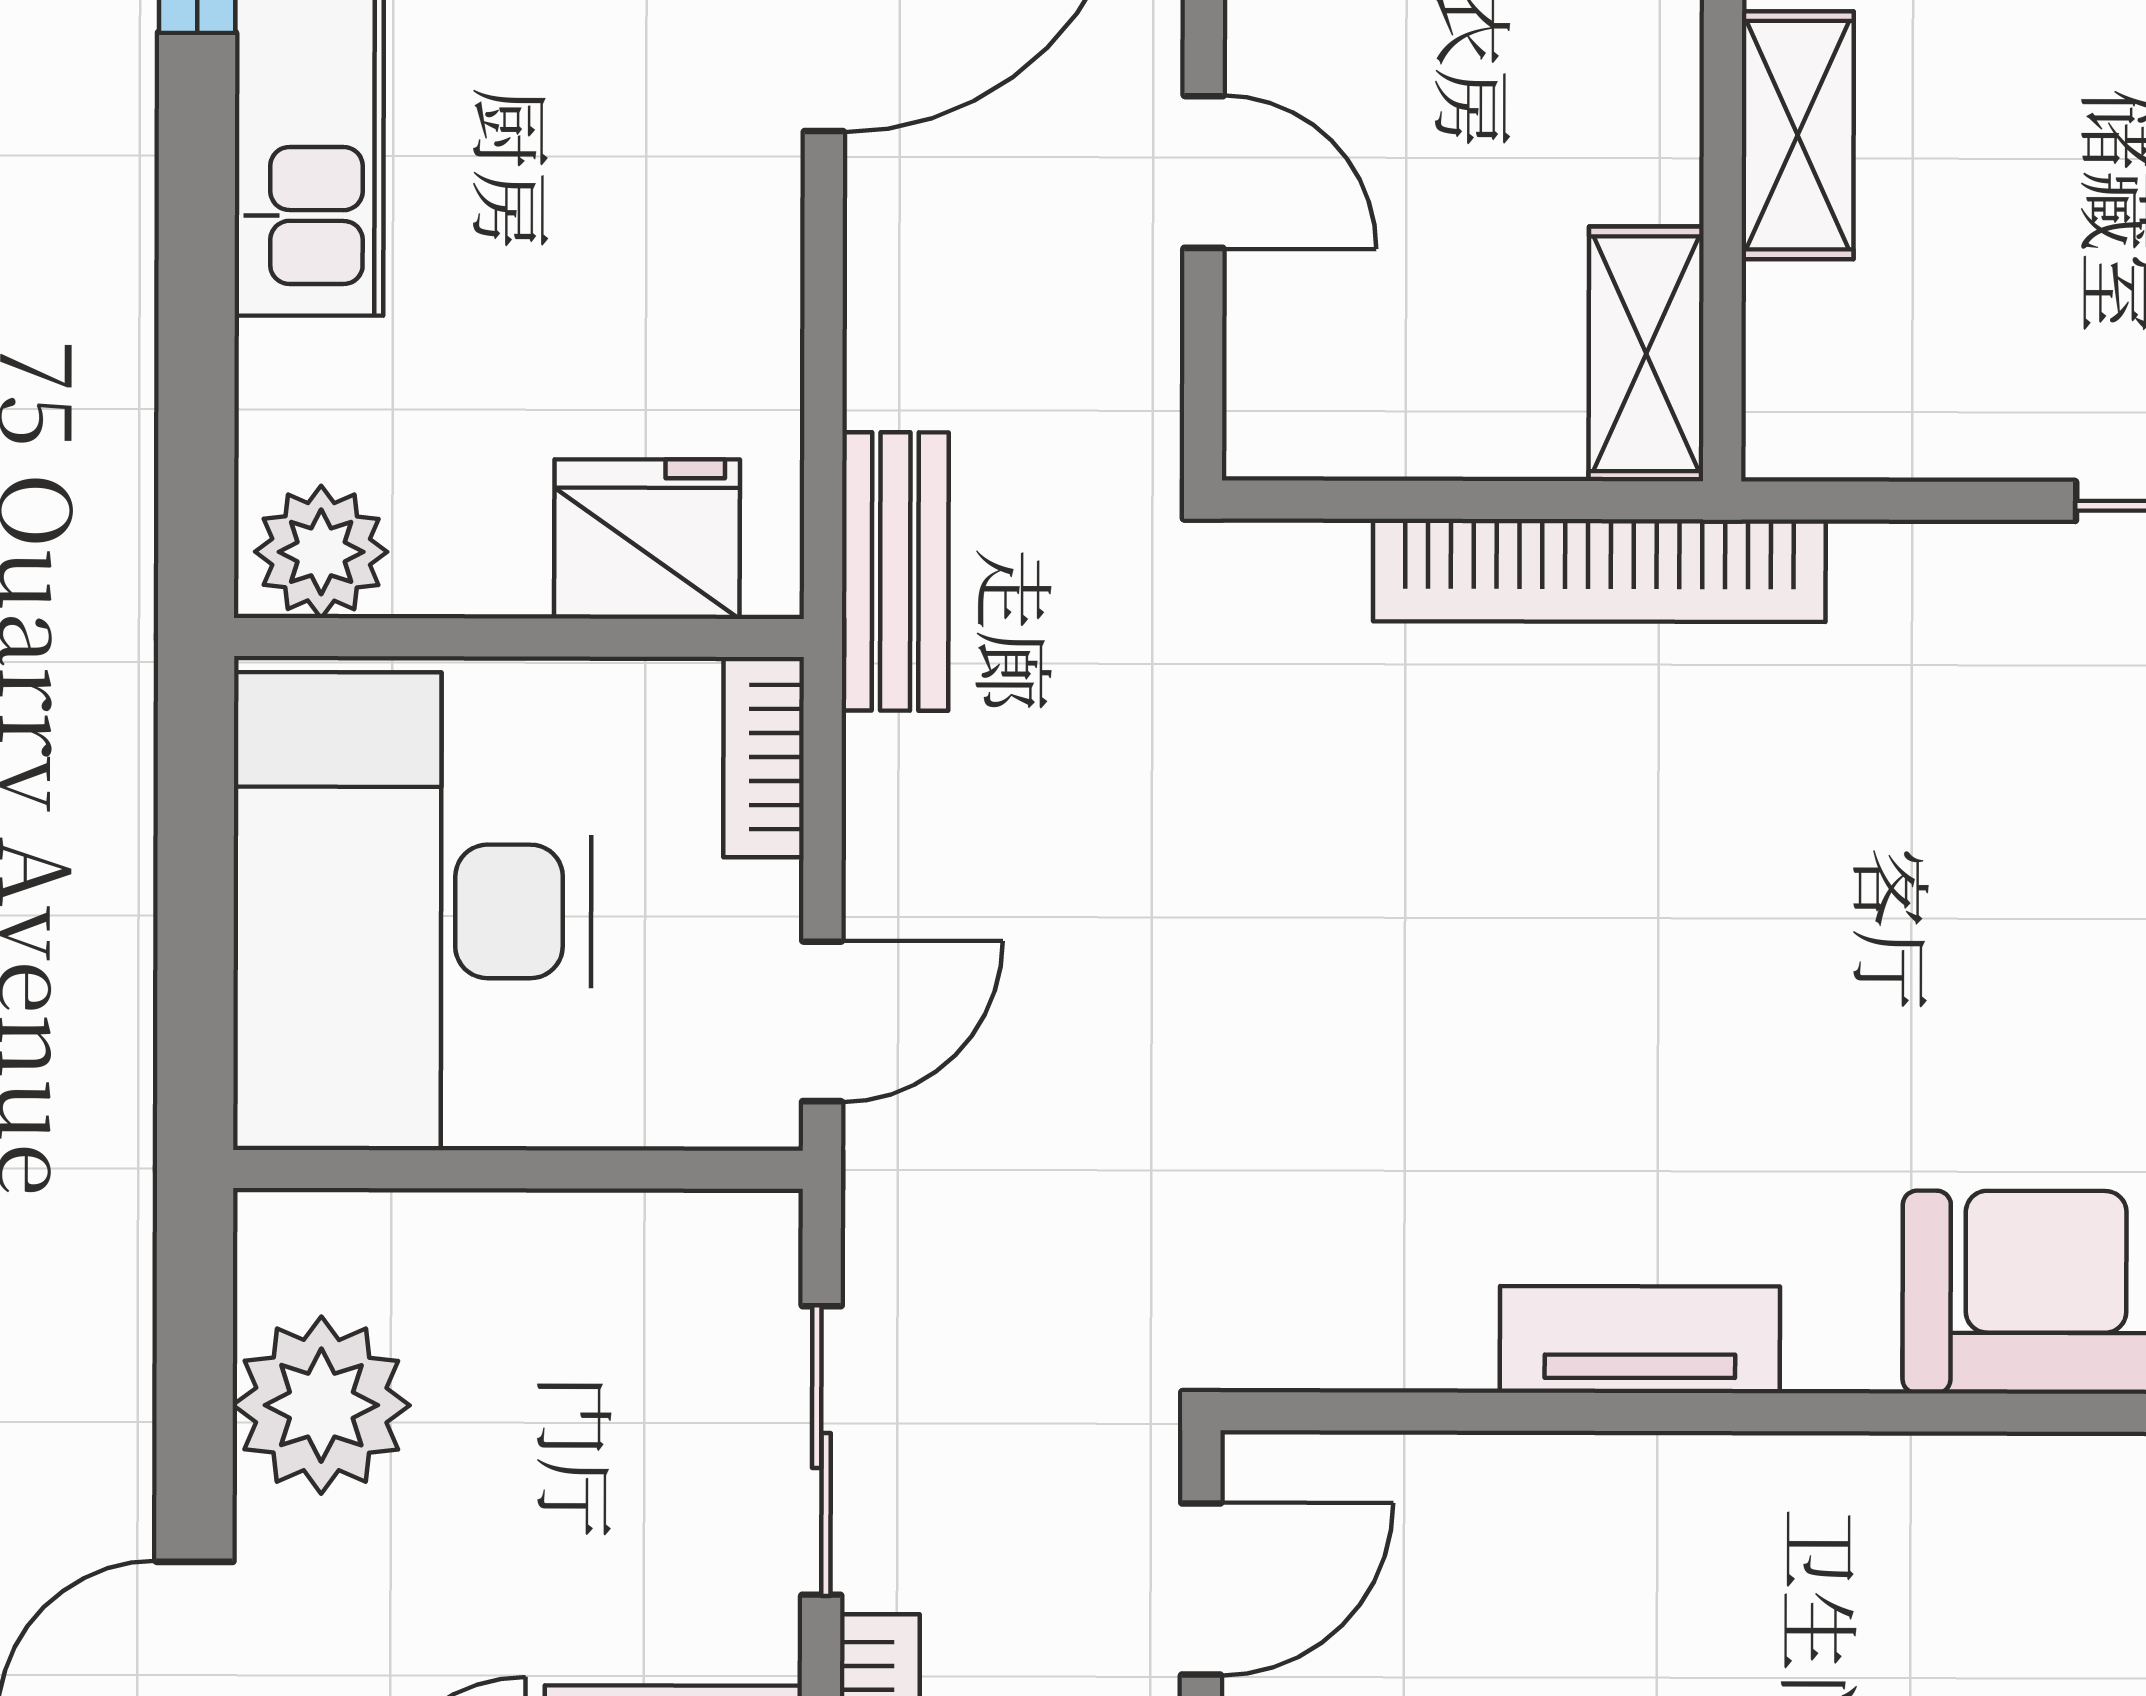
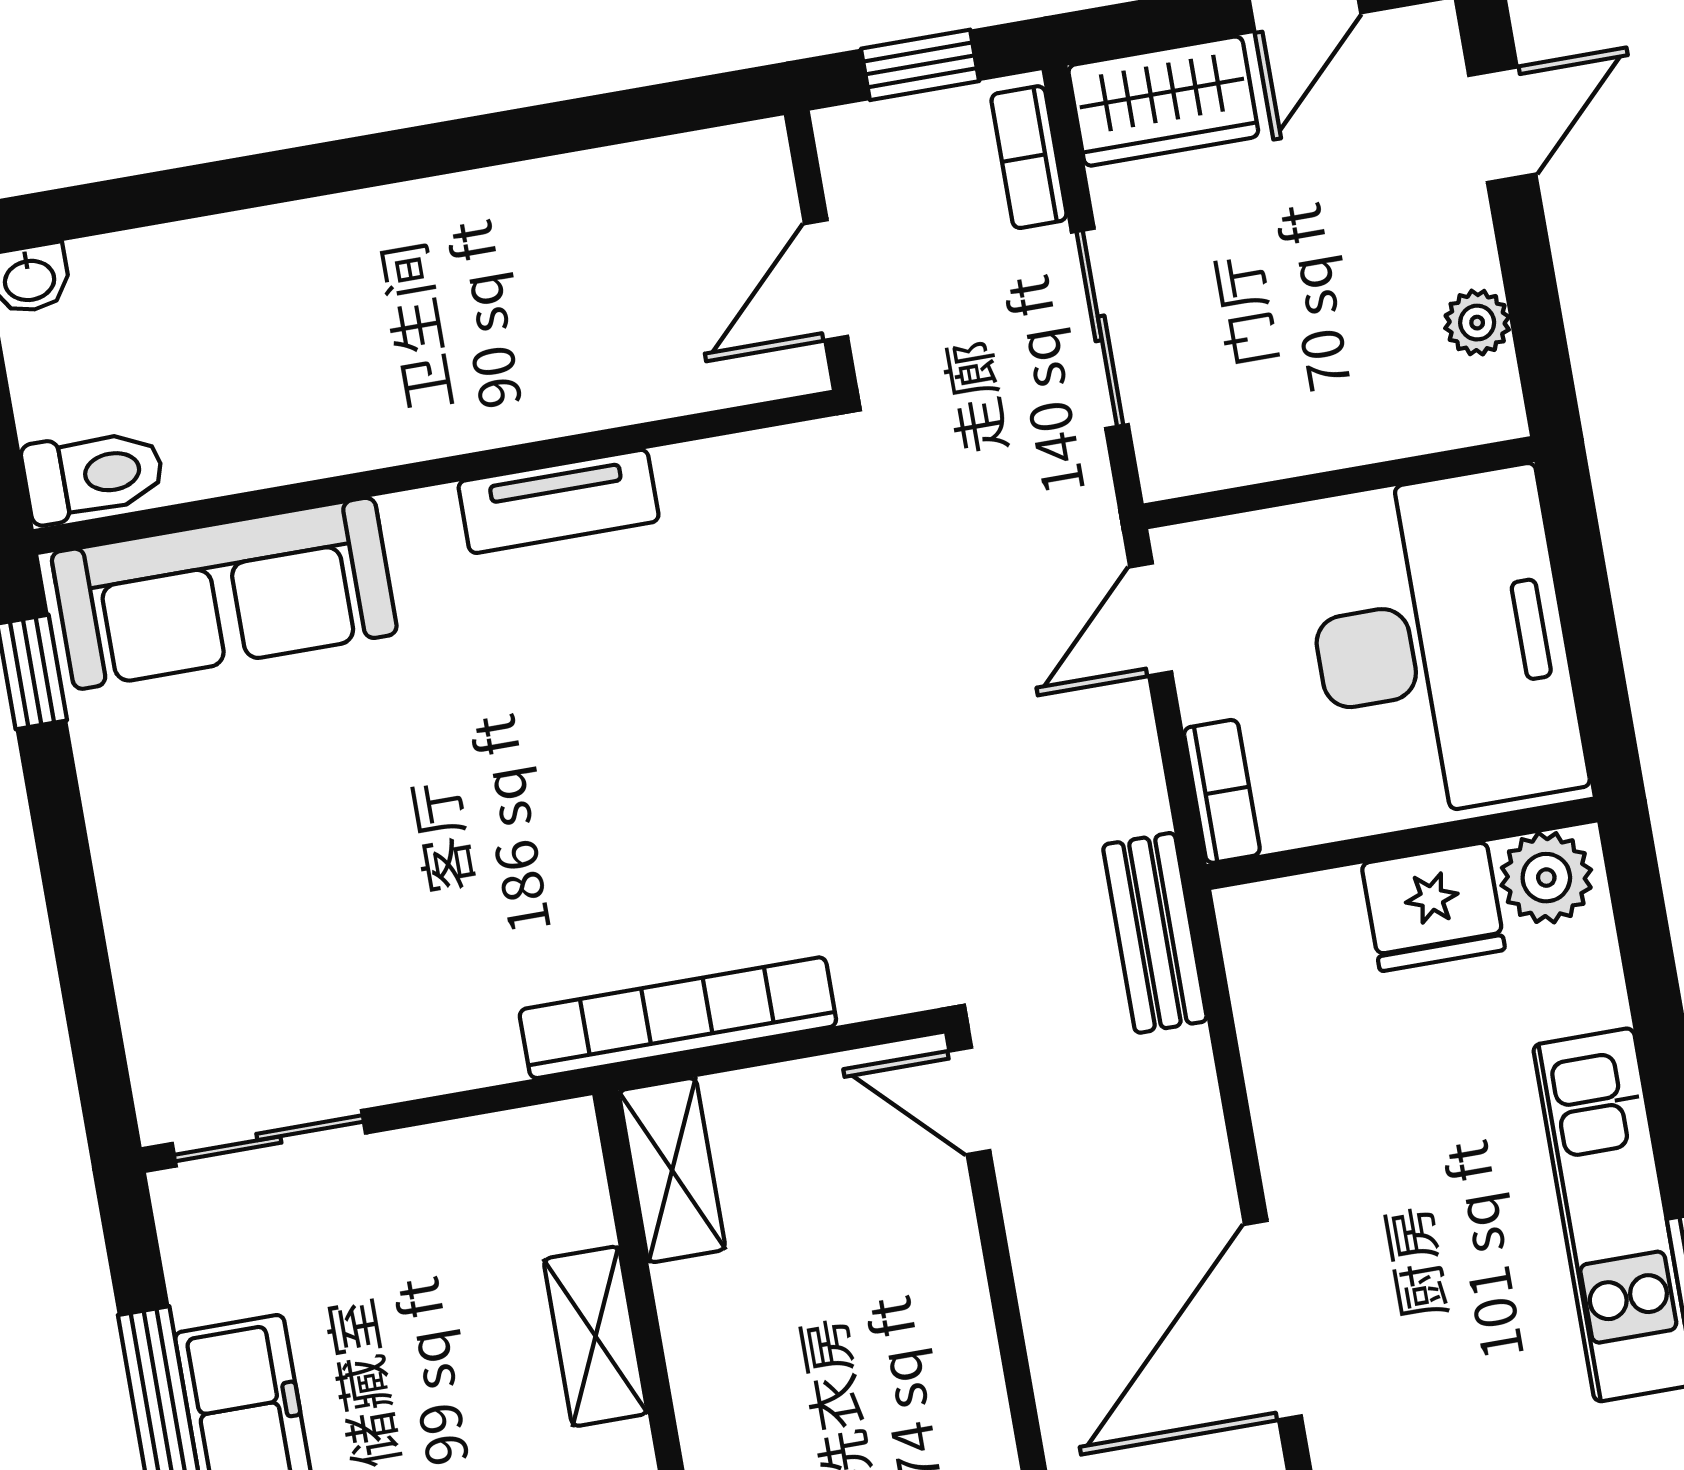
door: (1204, 172) -> (969, 1101), moved
fridge: (647, 539) -> (1433, 907), moved
plant: (321, 1405) -> (1477, 323), width x0.53, depth x0.53

